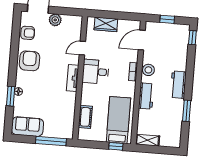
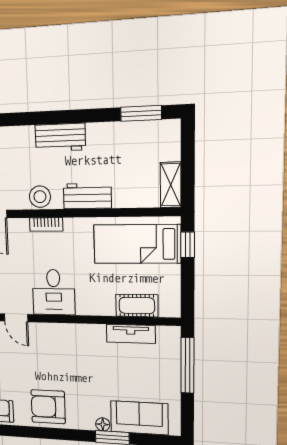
tv unit: (73, 78) -> (131, 334), moved
window: (187, 111) -> (141, 113), moved
sofa: (27, 127) -> (139, 418), moved, turned 90

